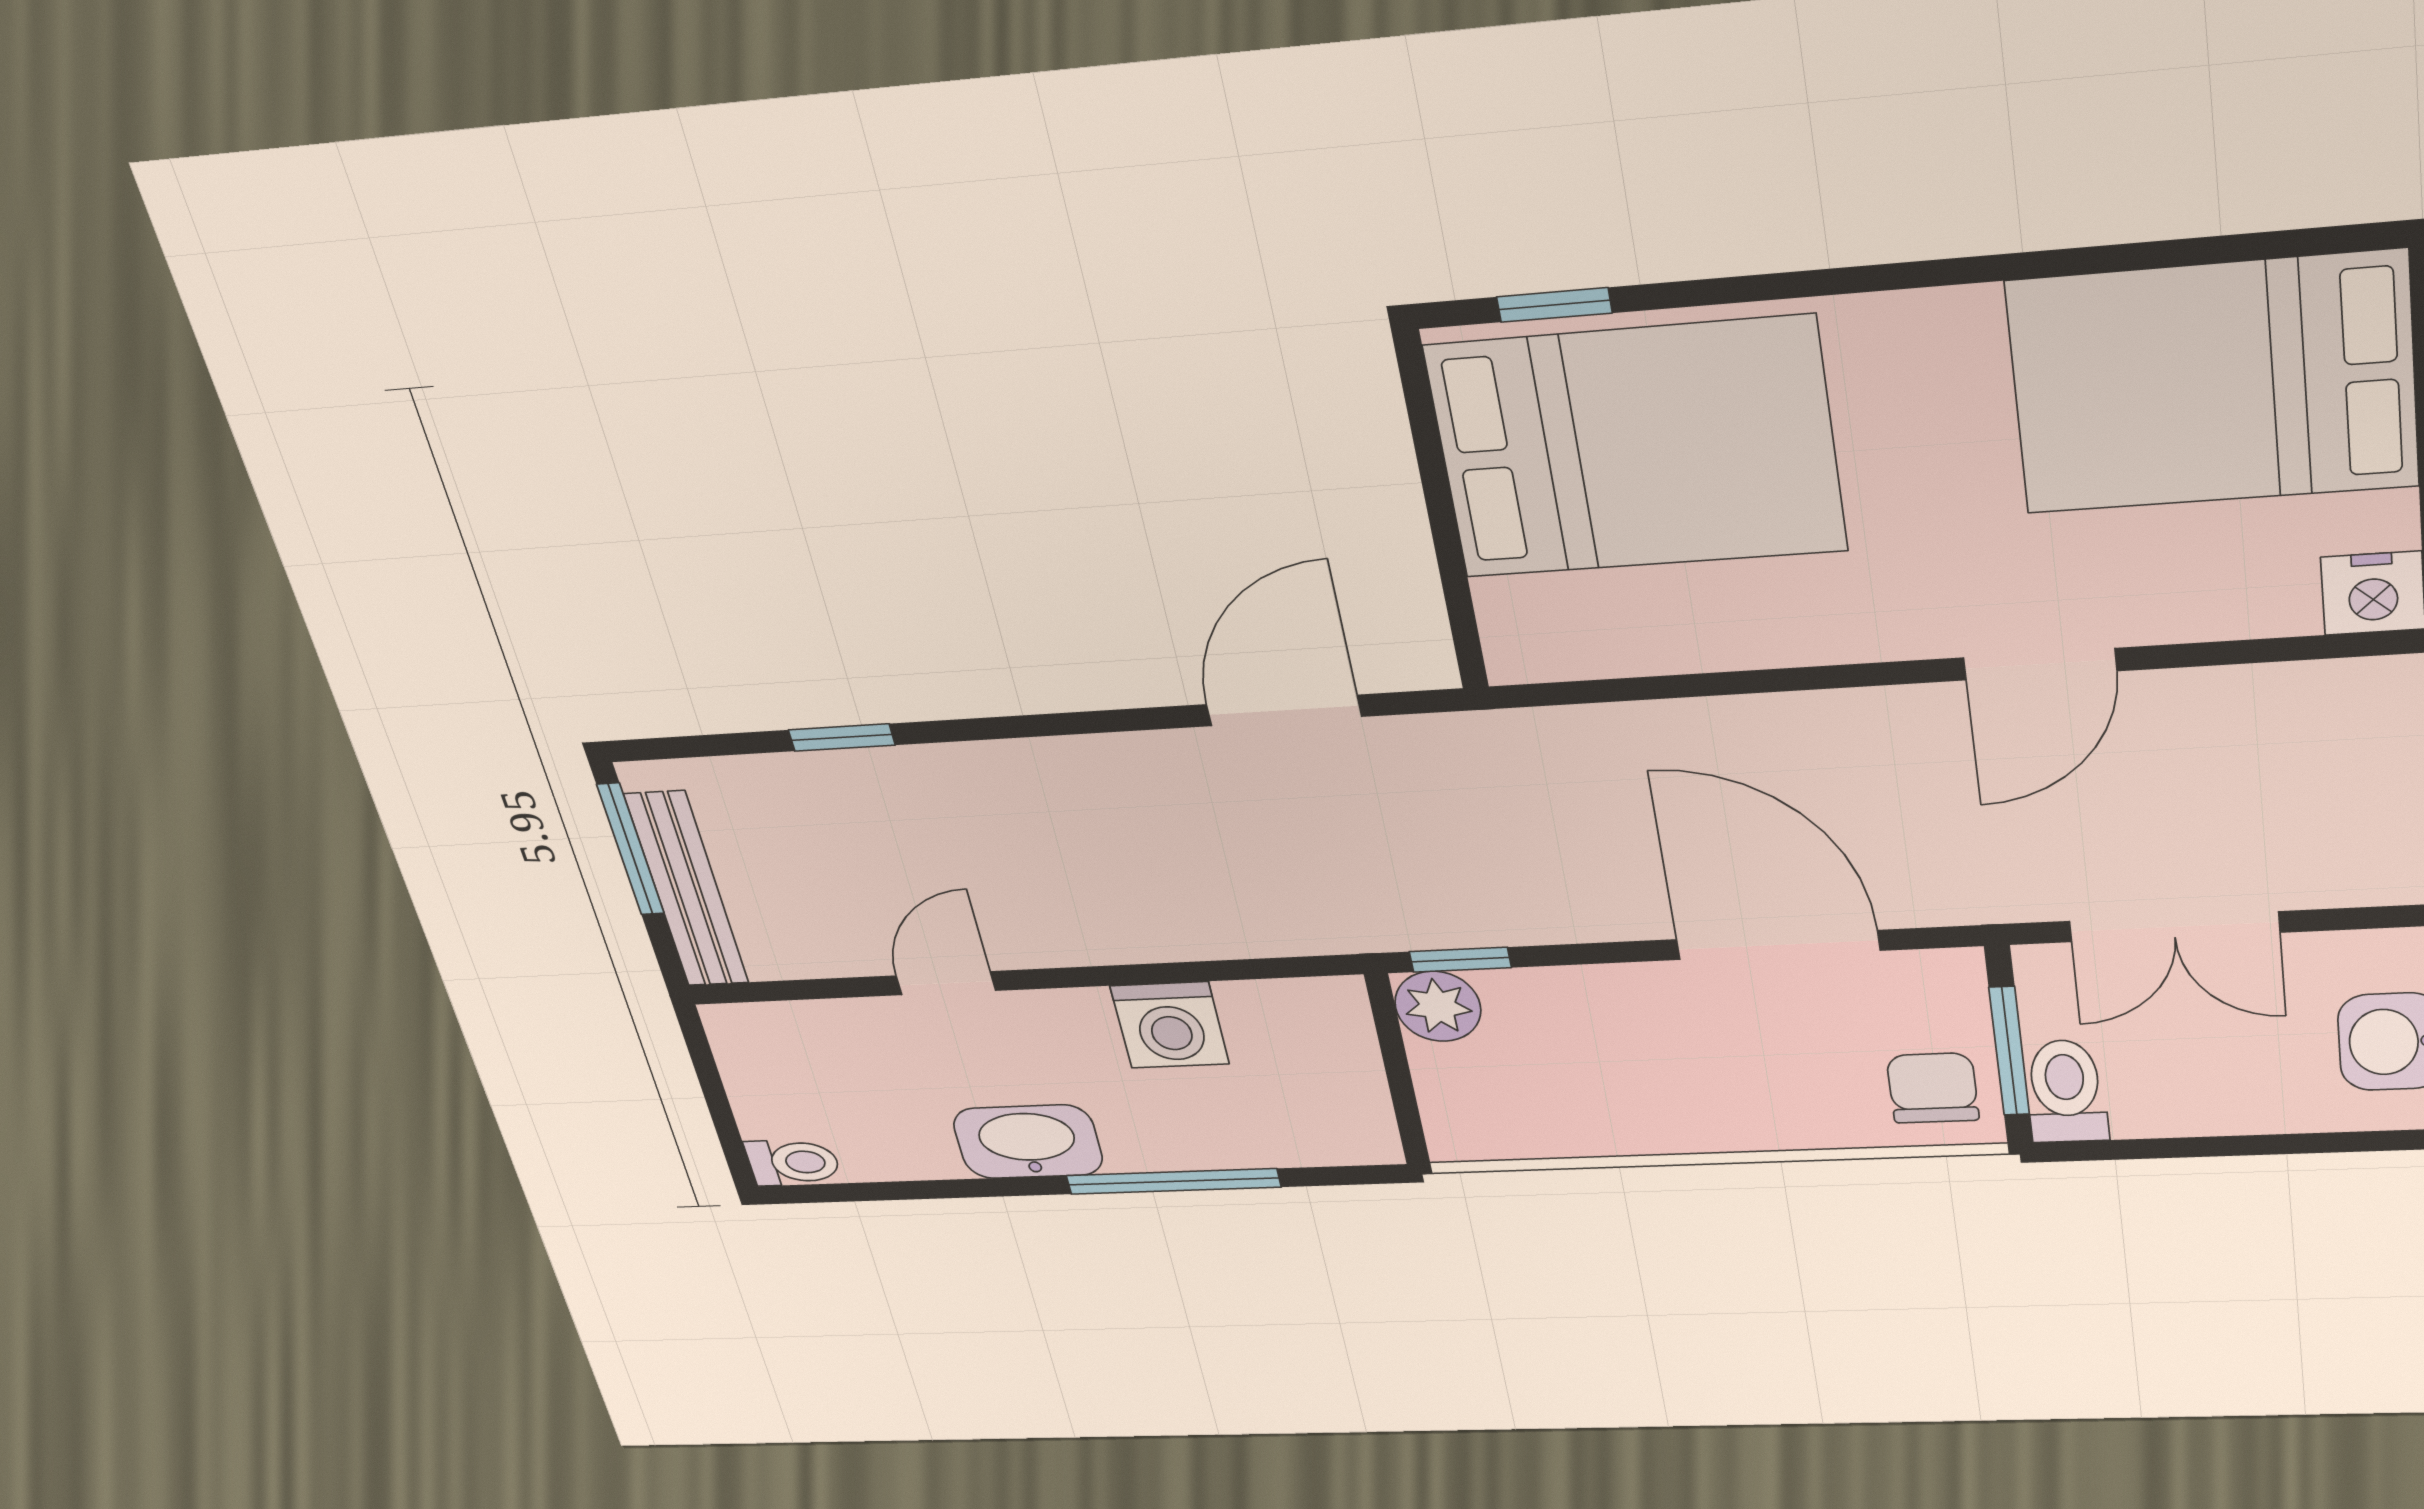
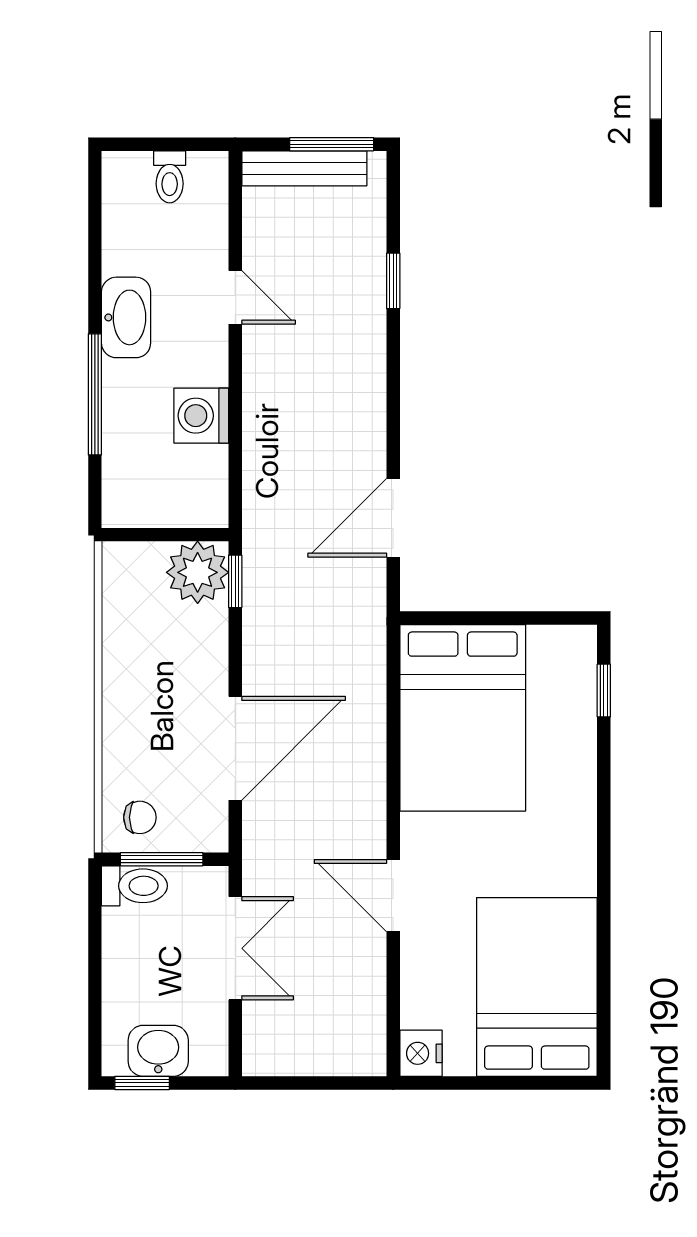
bed: (1637, 449) -> (463, 718), moved
door: (1284, 710) -> (393, 518), swing flipped
double door: (2174, 927) -> (235, 948), swing flipped
plant: (1438, 1006) -> (198, 572), width x1.36, depth x1.36
chair: (1933, 1088) -> (140, 817), width x0.73, depth x0.73
toilet: (793, 1162) -> (170, 177), moved

